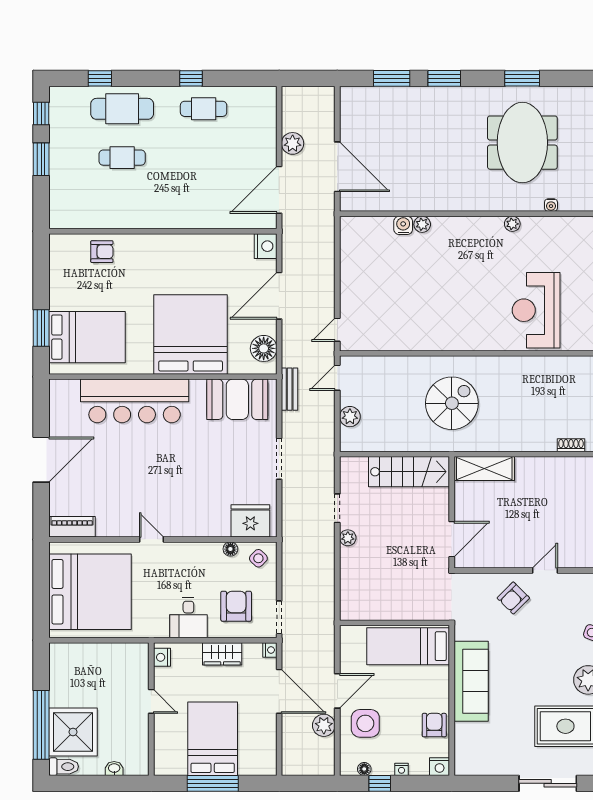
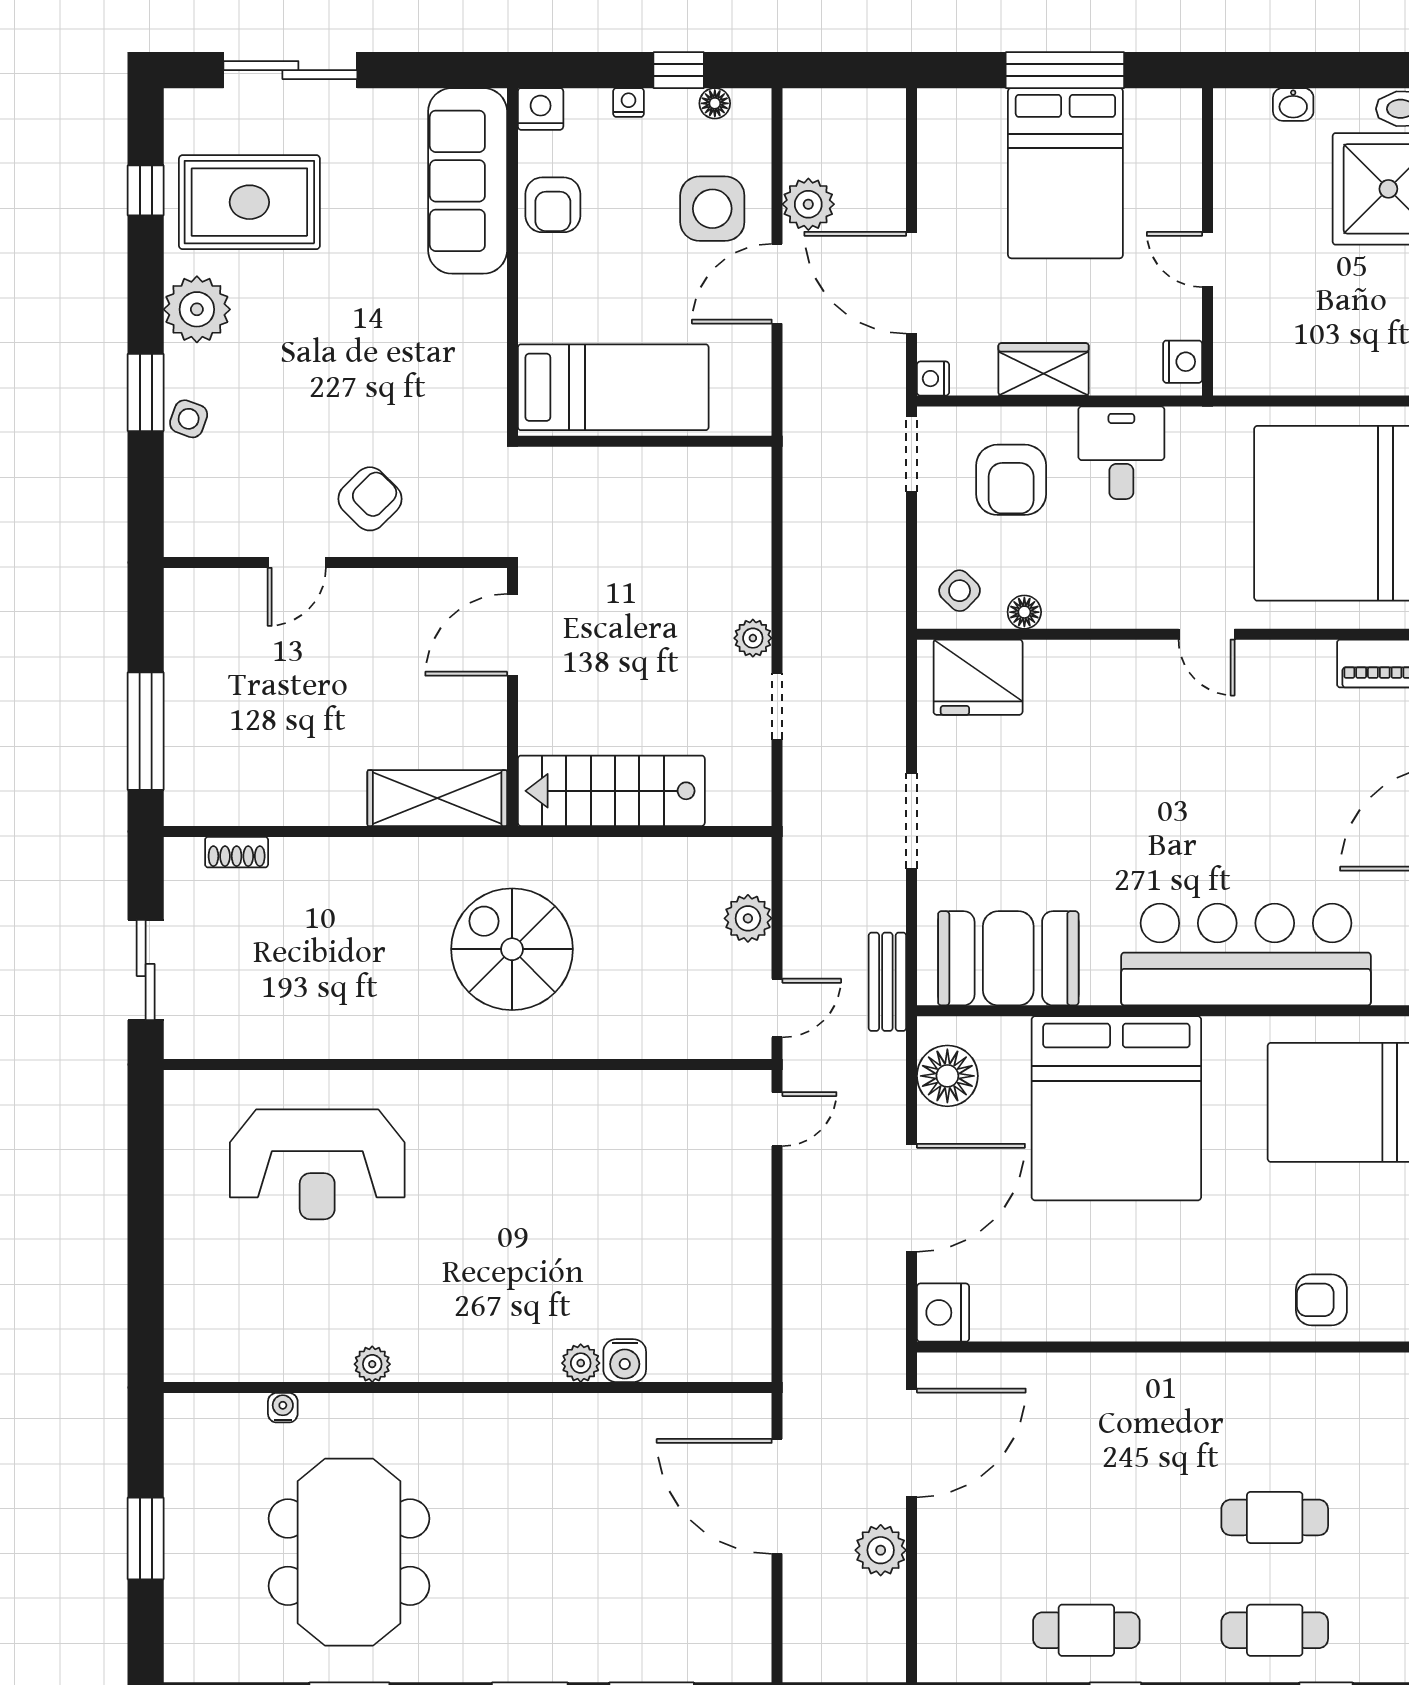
cafe table: (122, 109) -> (1275, 1630), width x0.73, depth x0.74
reception desk: (536, 310) -> (317, 1164), turned 90
spiral stairs: (452, 403) -> (512, 949), turned 90
sofa: (471, 681) -> (468, 181), moved

